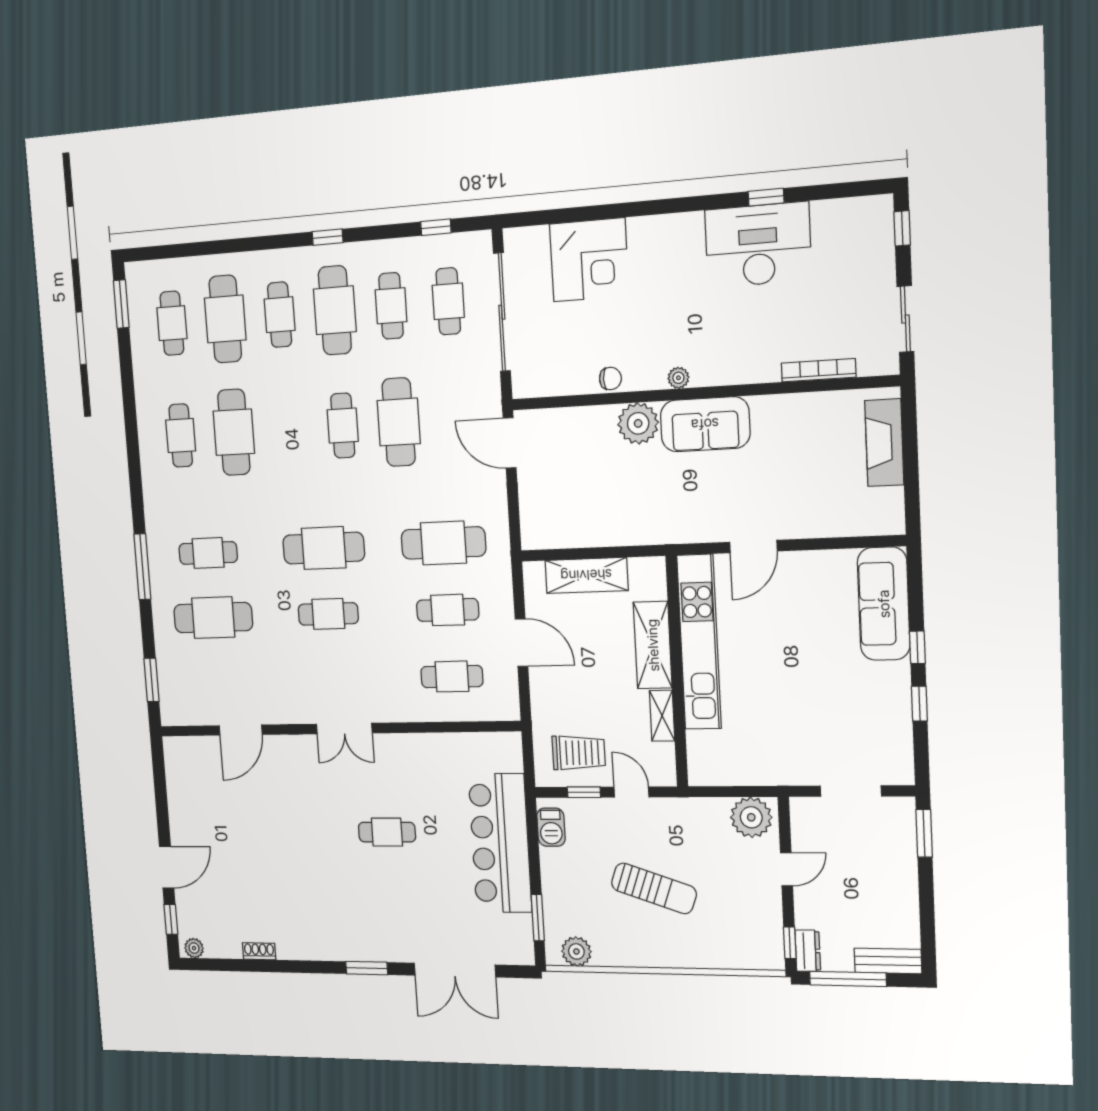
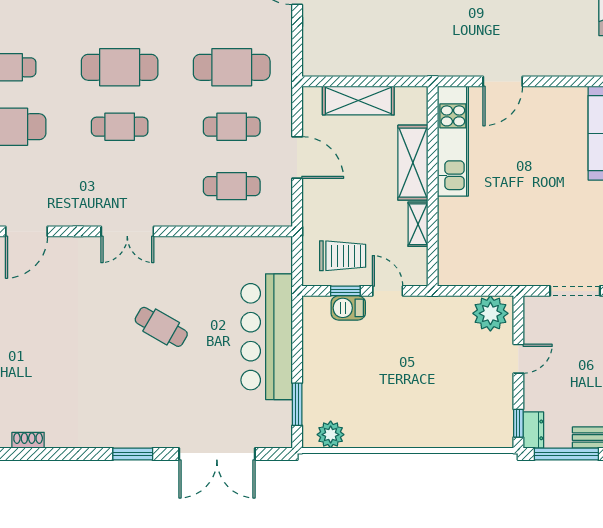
kitchen unit: (699, 642) -> (453, 141), width x0.73
barbecue: (551, 827) -> (348, 308), moved, turned 90
cafe table: (387, 832) -> (161, 327), turned 30
sun lounger: (654, 888) -> (403, 377), removed

